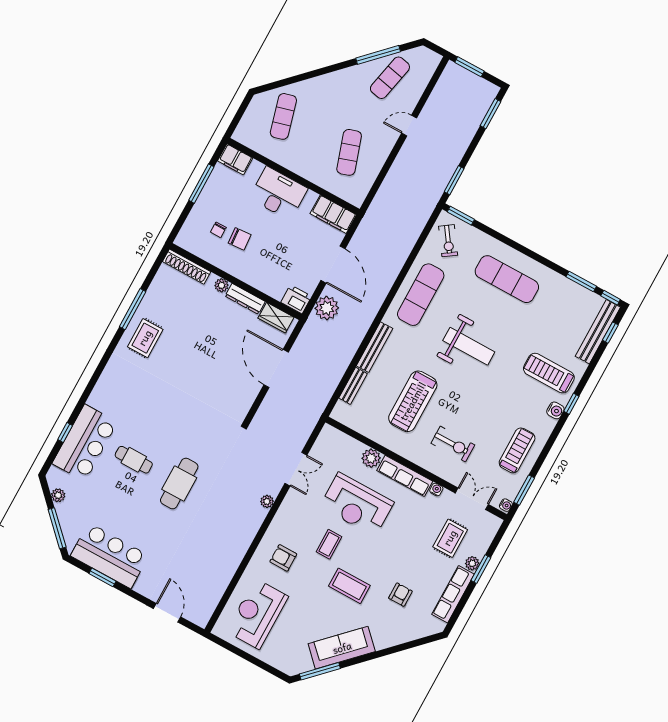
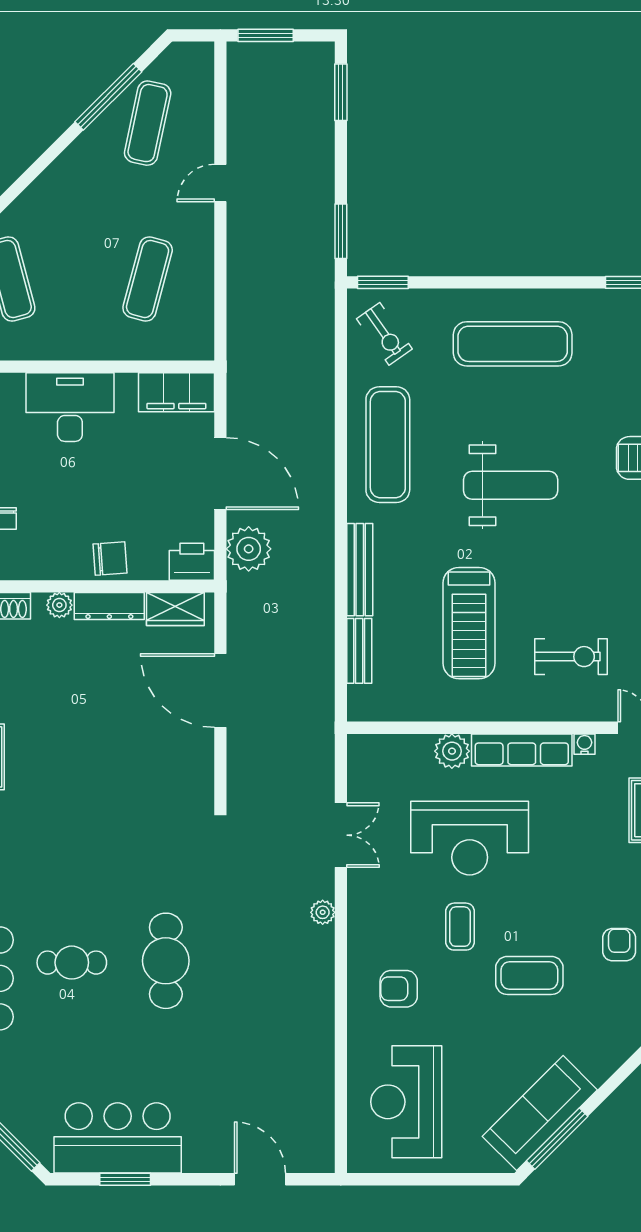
exercise mat: (349, 152) -> (148, 279), turned 33
chair: (240, 239) -> (110, 559), moved
sofa: (342, 648) -> (540, 1113), moved

